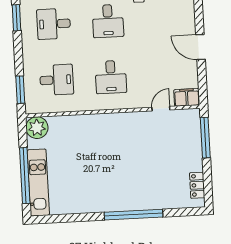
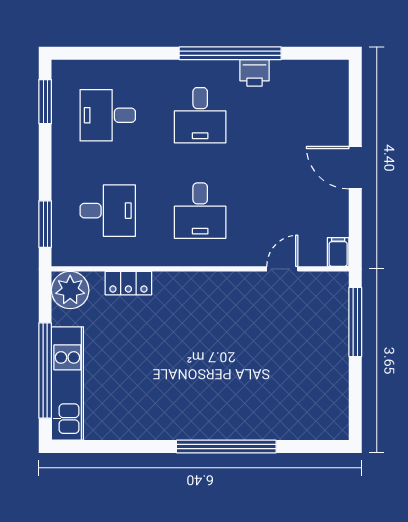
filing cabinet: (187, 97) -> (338, 252), width x0.50
locker: (197, 185) -> (128, 283), moved, turned -90

